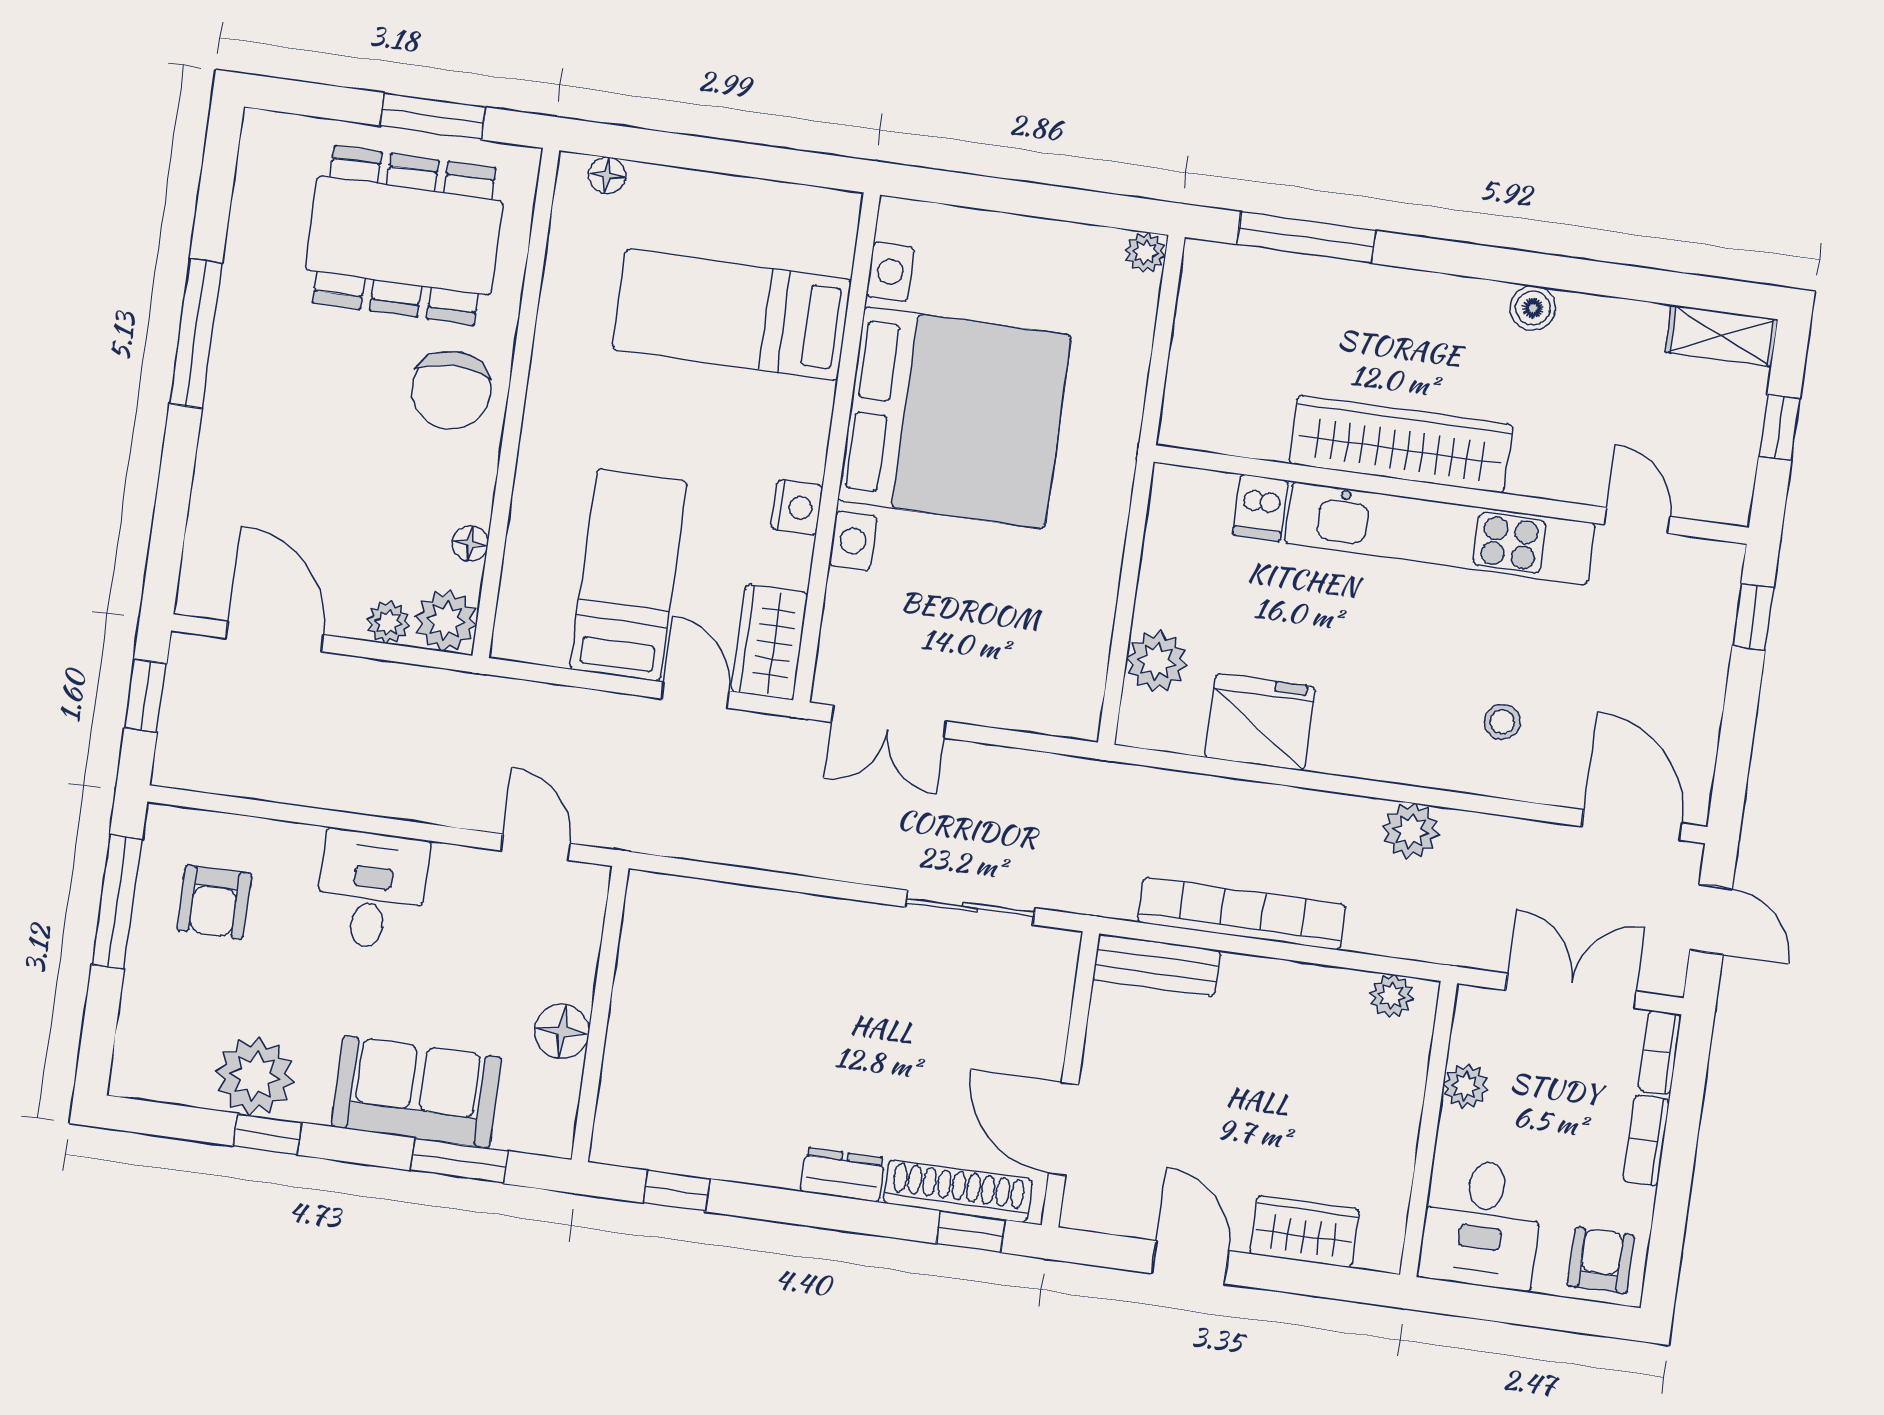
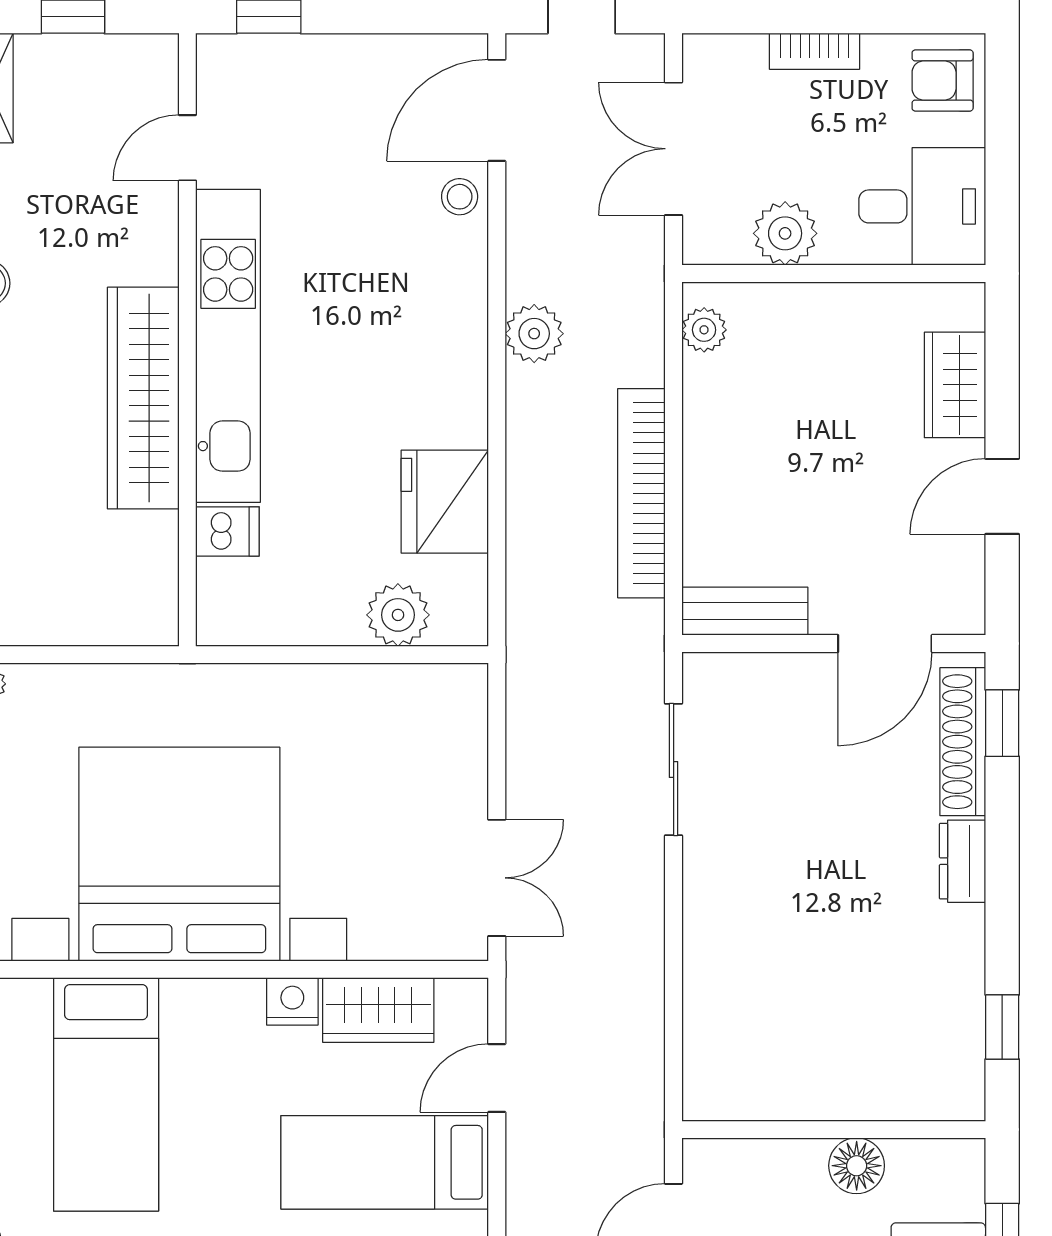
wardrobe: (770, 642) -> (378, 1010), moved
stool: (1502, 722) -> (460, 197), moved
bench: (1157, 965) -> (745, 611), moved, turned 90
bookcase: (1660, 1052) -> (723, 50), removed
plant: (1466, 1086) -> (785, 233), width x1.38, depth x1.38

